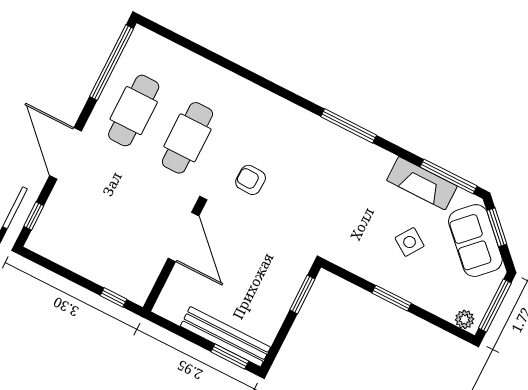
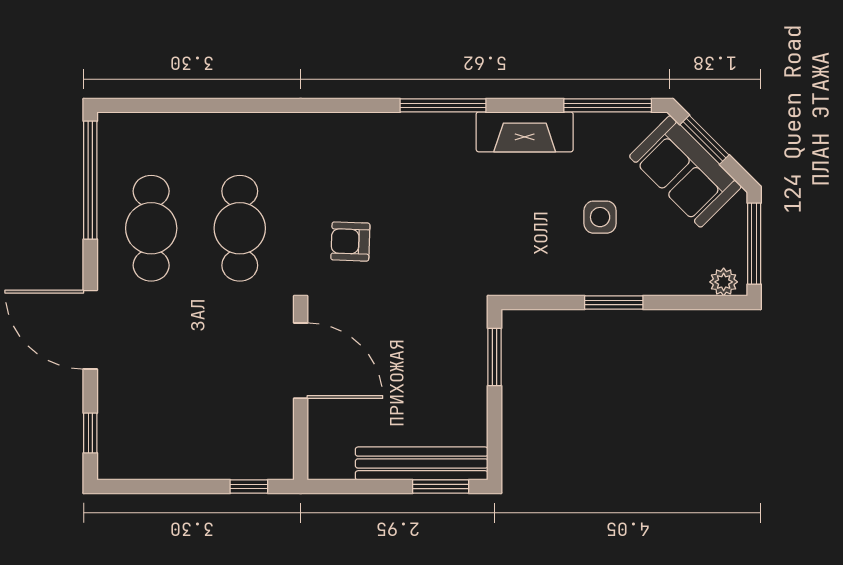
fireplace: (422, 183) -> (525, 132), moved
side table: (410, 242) -> (600, 217), turned -34

